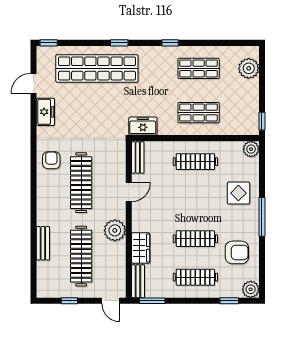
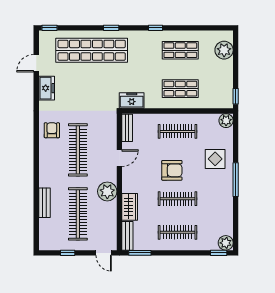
armchair: (237, 252) -> (172, 170), moved
window: (229, 301) -> (219, 253), moved

